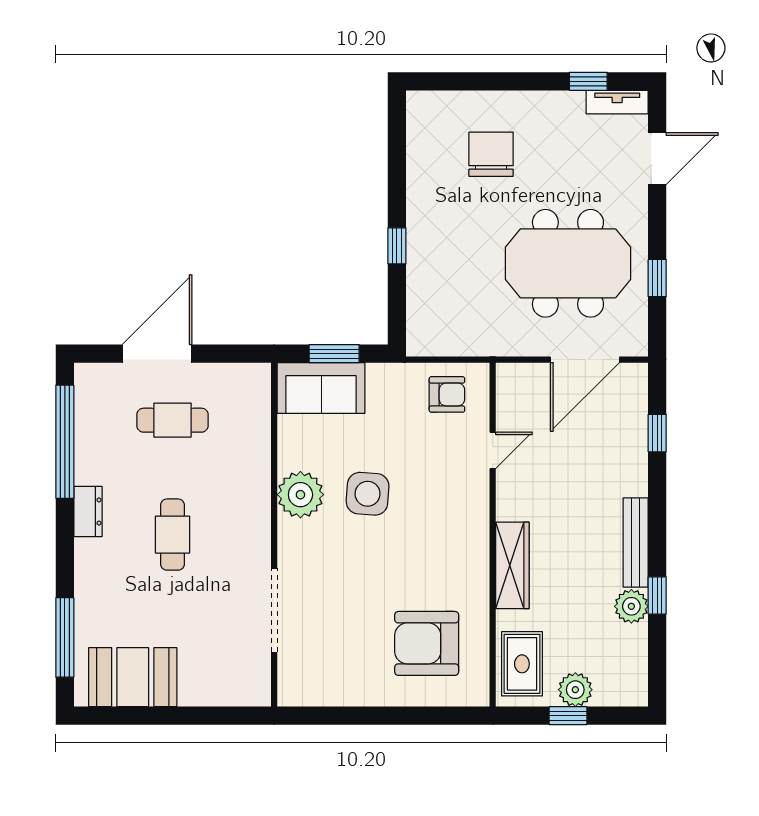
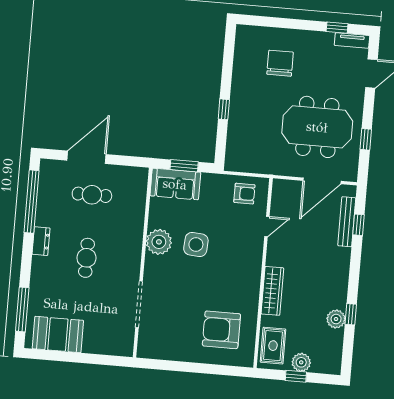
bench: (636, 542) -> (347, 222), moved

